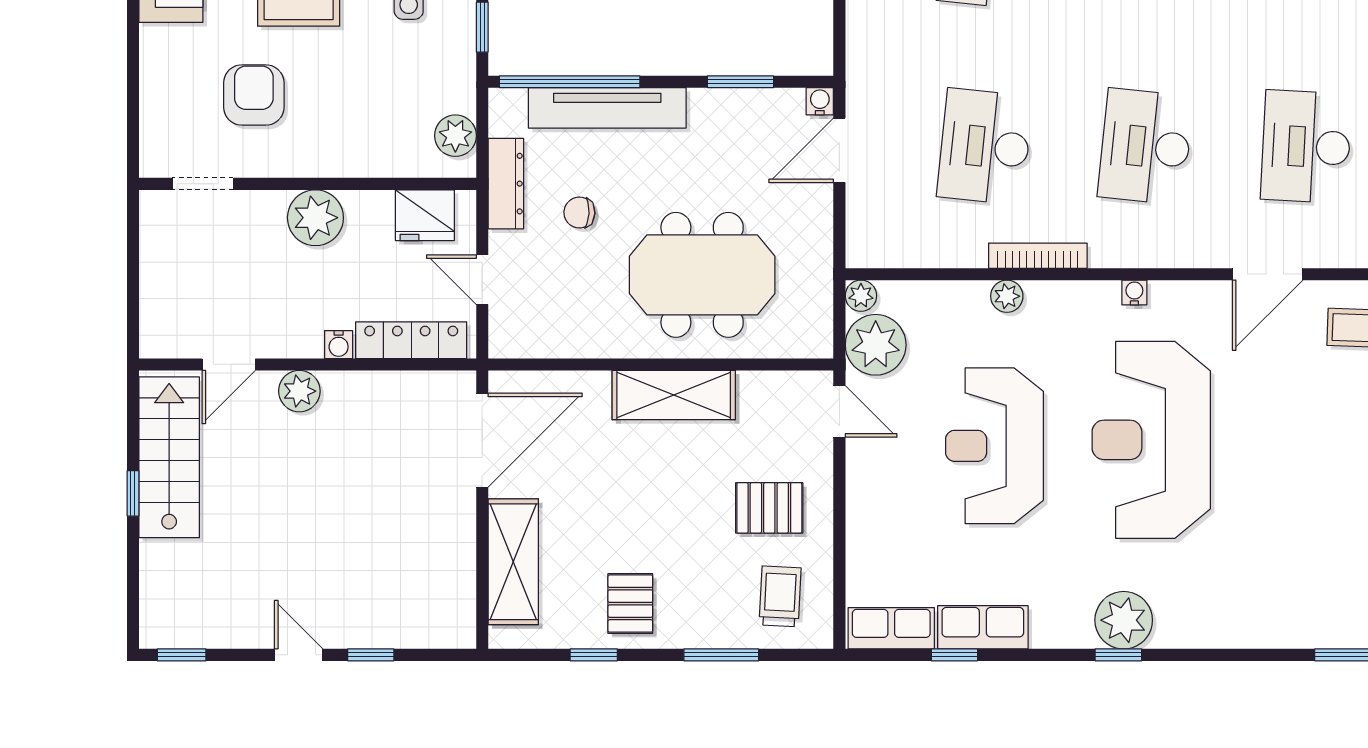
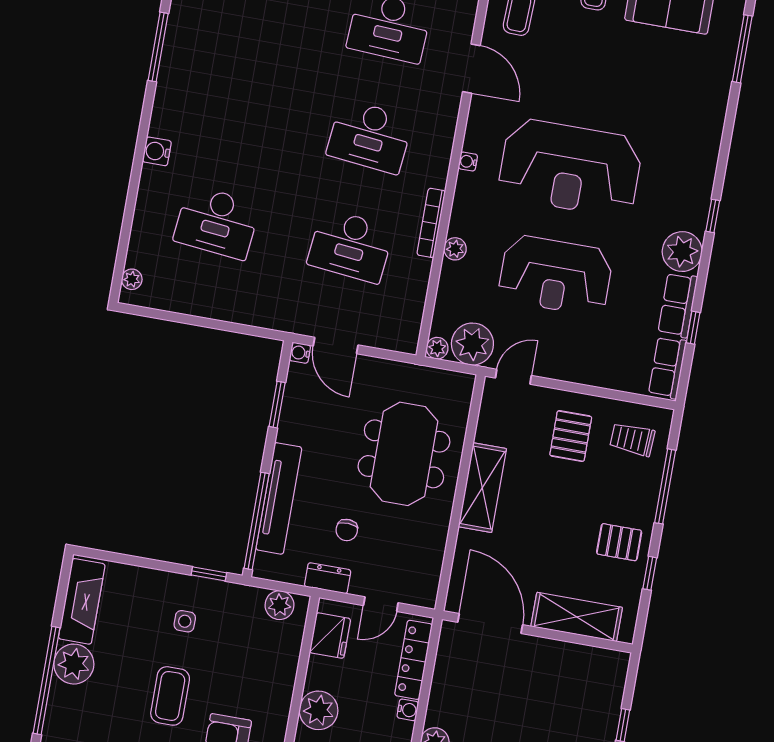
dresser: (506, 184) -> (328, 578), width x0.70
plant: (1124, 620) -> (682, 252), moved
window: (721, 655) -> (665, 486), width x1.44

